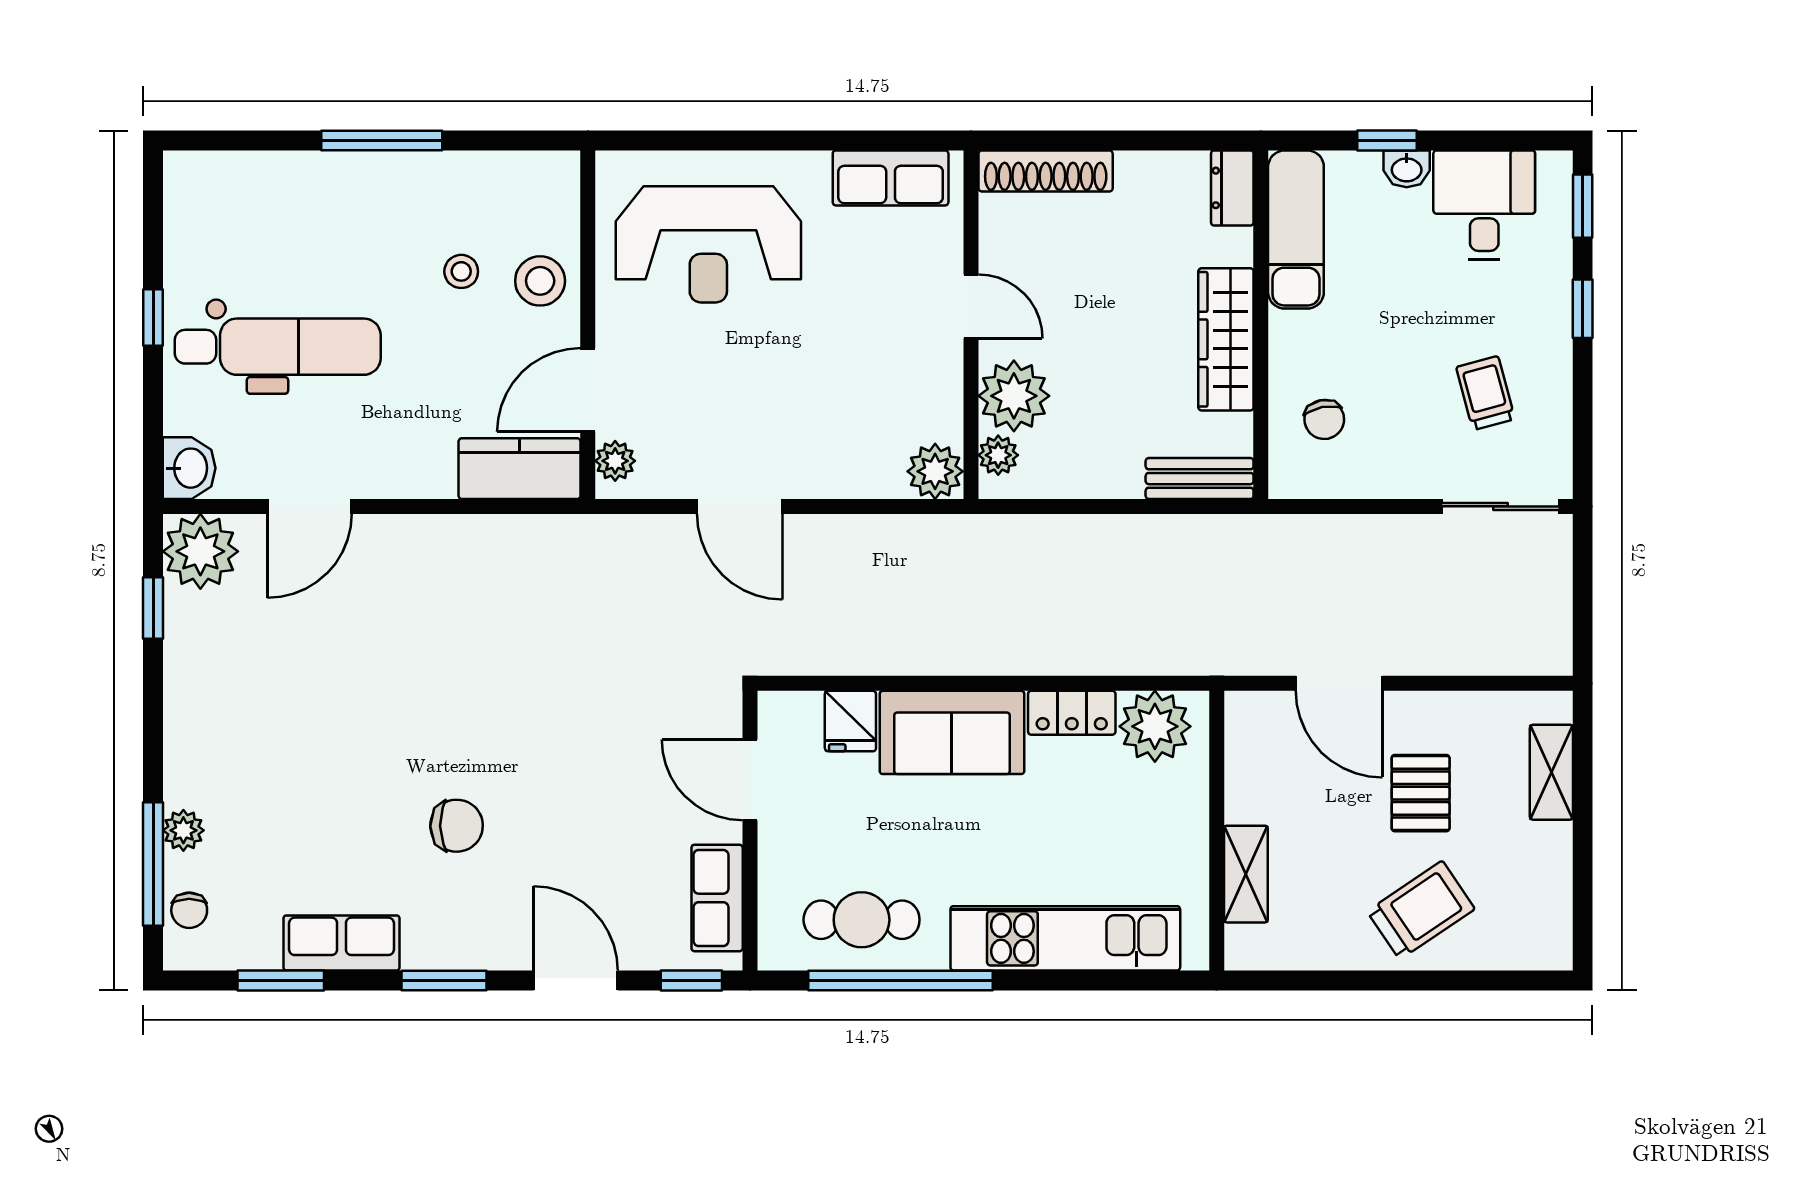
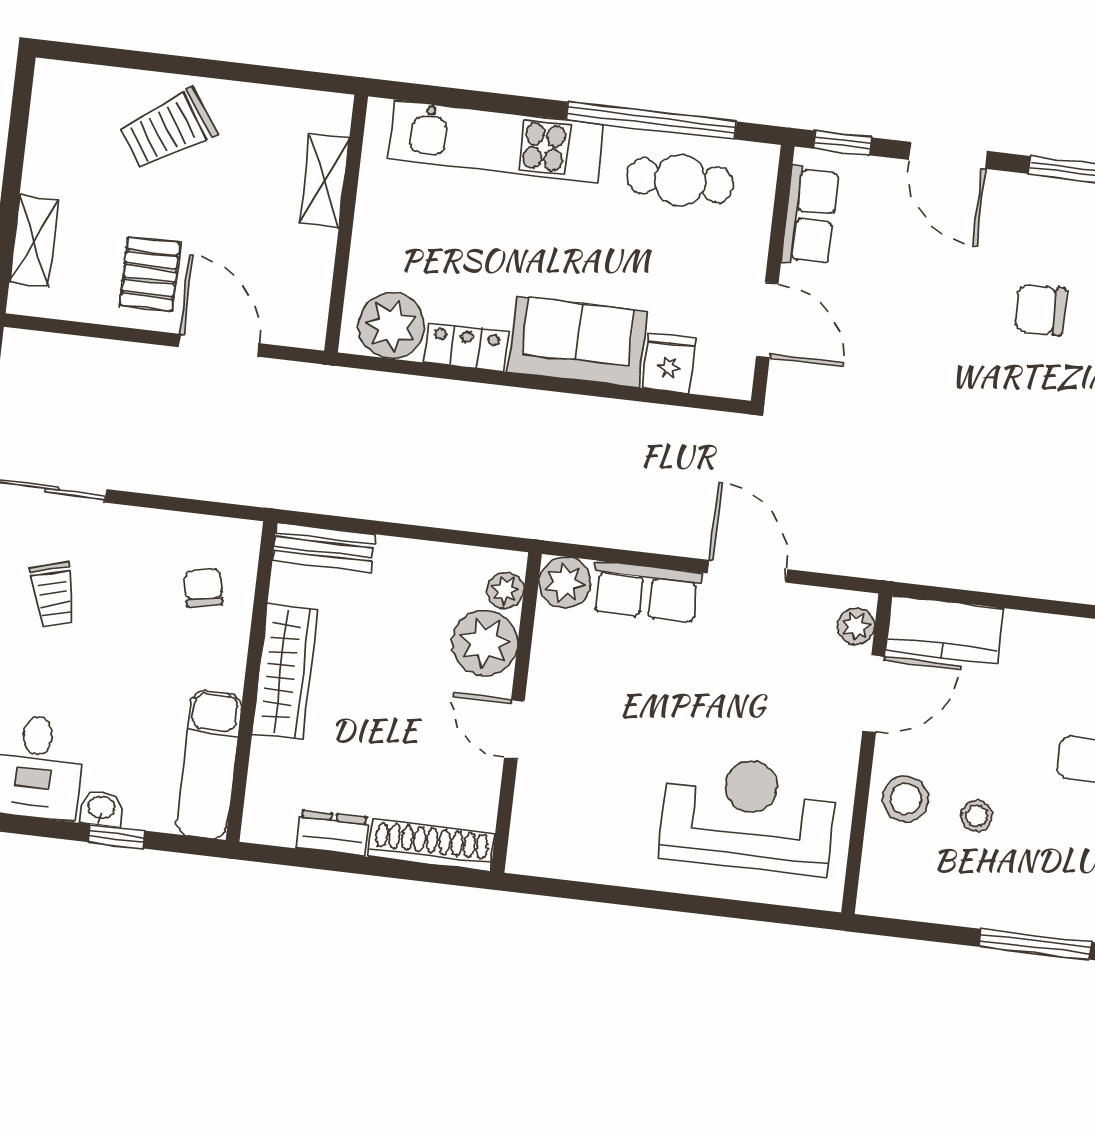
row of seats: (891, 178) -> (647, 592), moved, turned 180
dresser: (1232, 188) -> (332, 833), moved, turned -90
pallet: (1421, 793) -> (150, 274), moved

